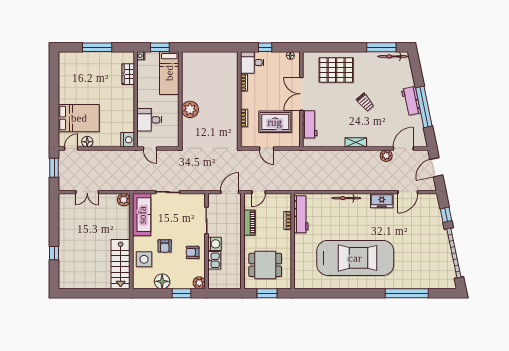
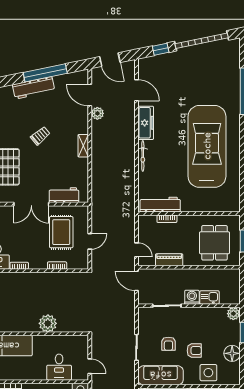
workbench: (411, 101) -> (34, 88), width x1.38
door: (150, 148) -> (90, 366), hinge flipped
freezer: (382, 201) -> (146, 123), width x1.40
armchair: (193, 252) -> (168, 344), moved

